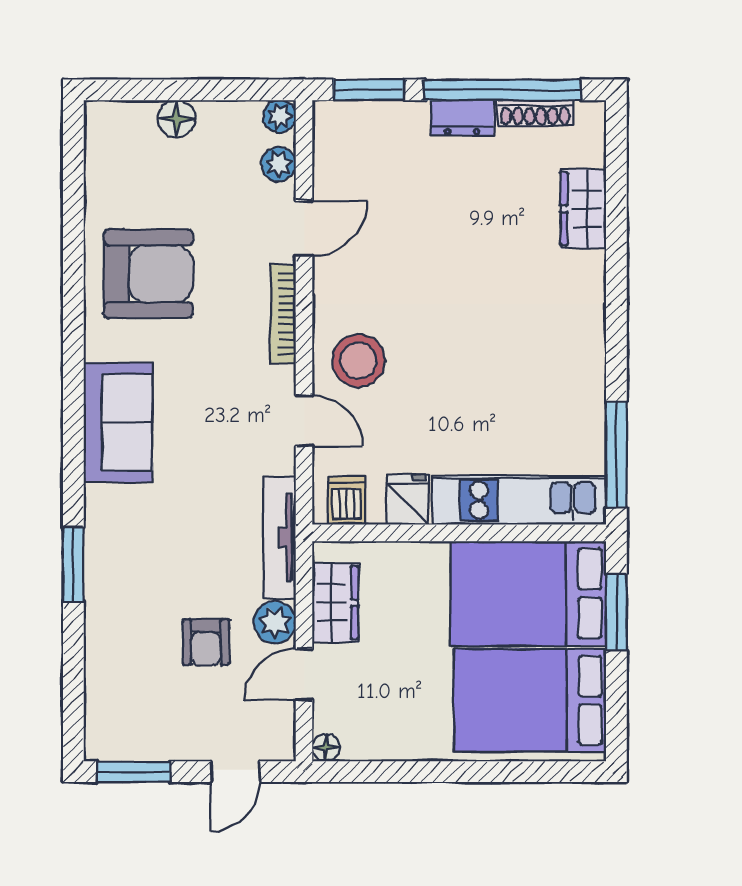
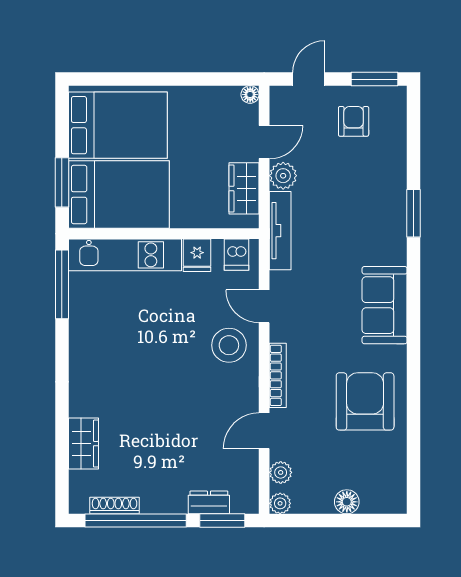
dresser: (462, 118) -> (209, 502), moved
armchair: (148, 274) -> (365, 401), turned 90
armchair: (206, 642) -> (354, 121), moved

